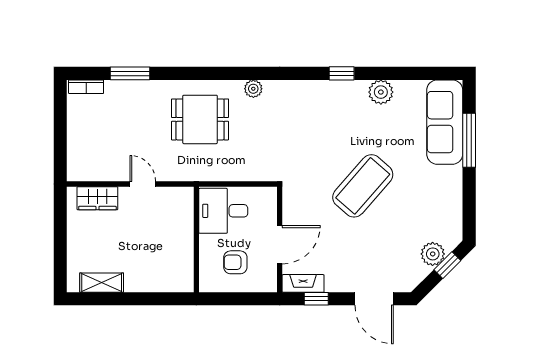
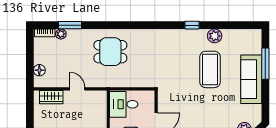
plant: (253, 89) -> (61, 34), moved
sofa: (445, 122) -> (251, 79), moved
floor lamp: (77, 152) -> (39, 70), added
coffee table: (363, 186) -> (210, 69), moved, turned -41

